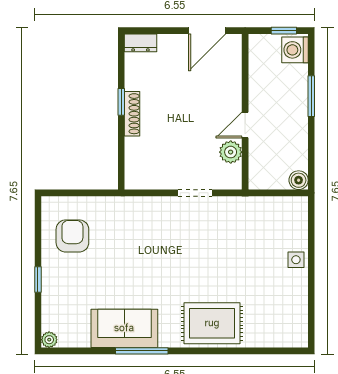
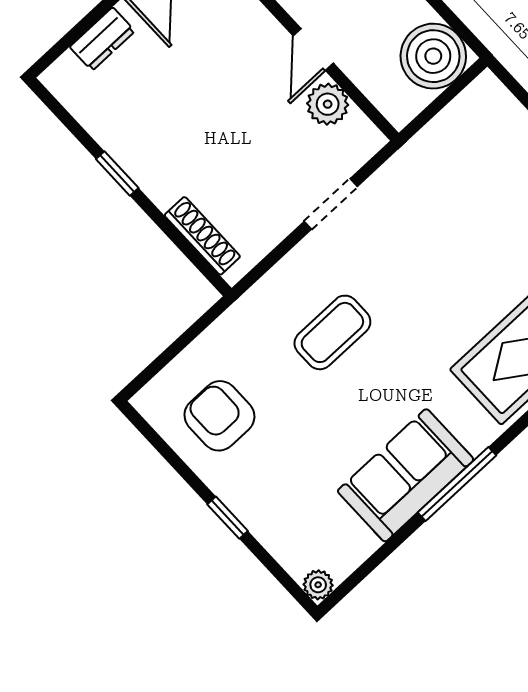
dresser: (141, 43) -> (102, 39), moved
shoe rack: (132, 114) -> (202, 236), moved
boiler: (299, 180) -> (433, 56), width x1.86, depth x1.86
coffee table: (148, 245) -> (332, 332), added

